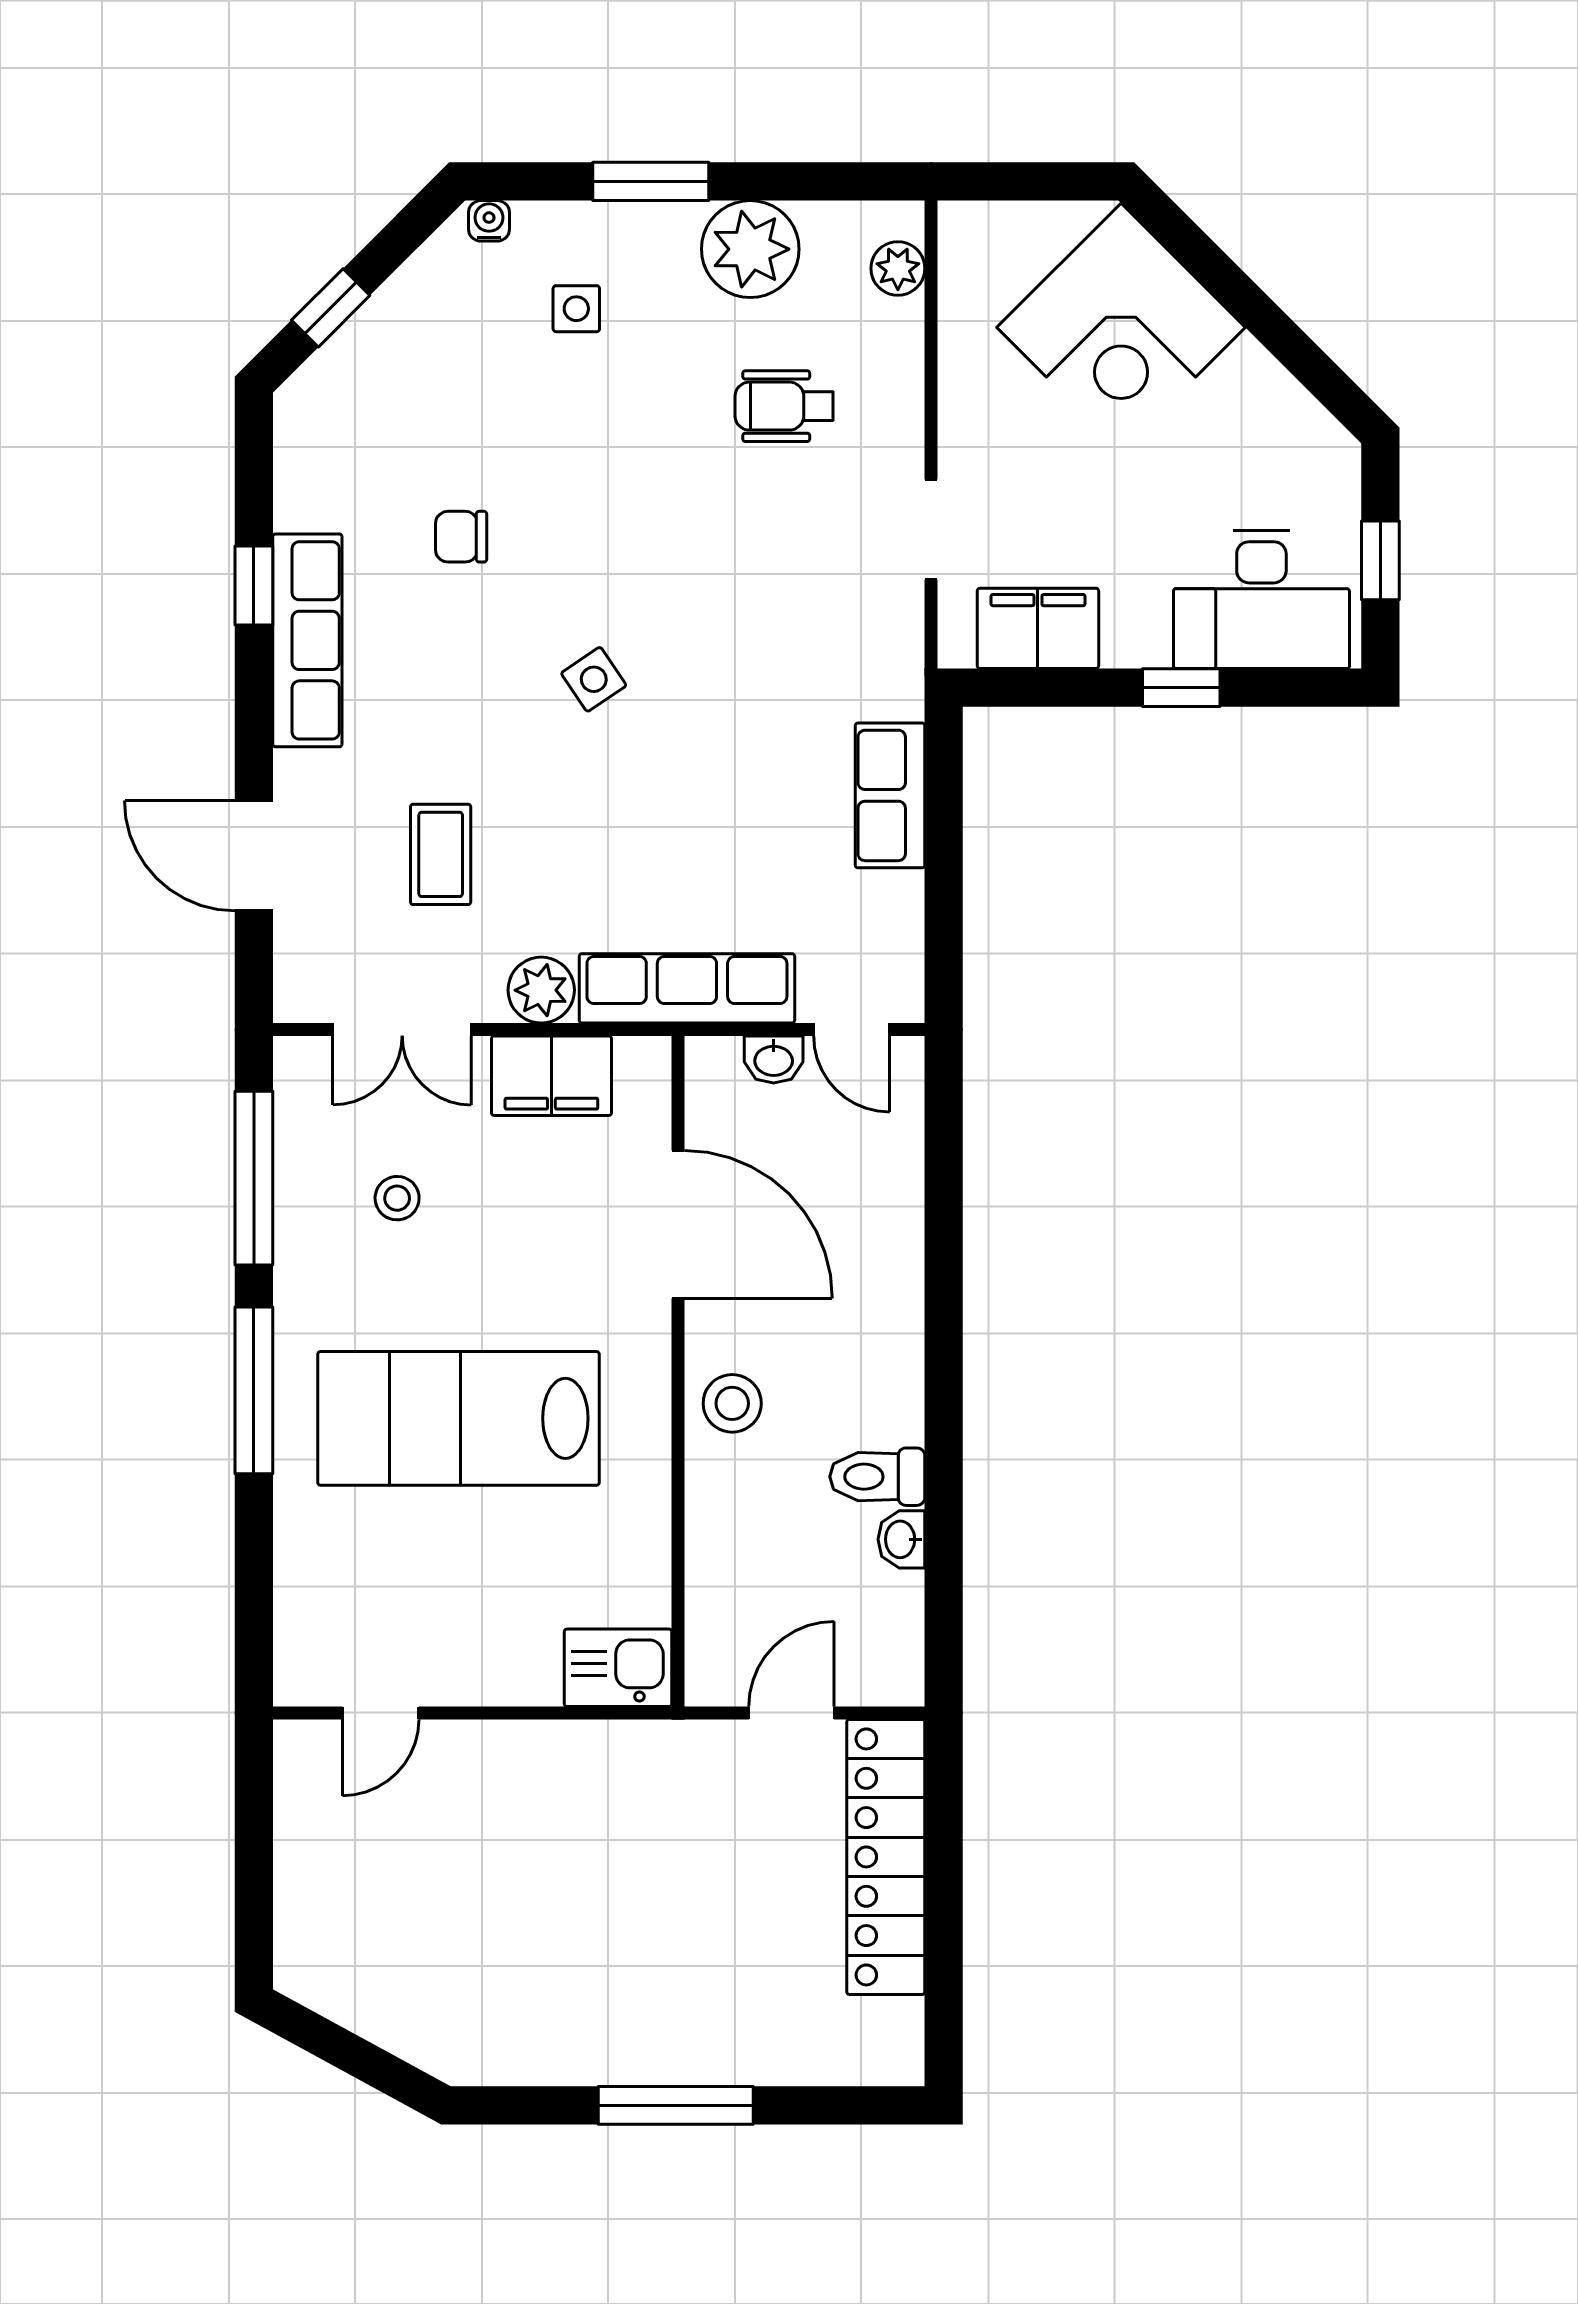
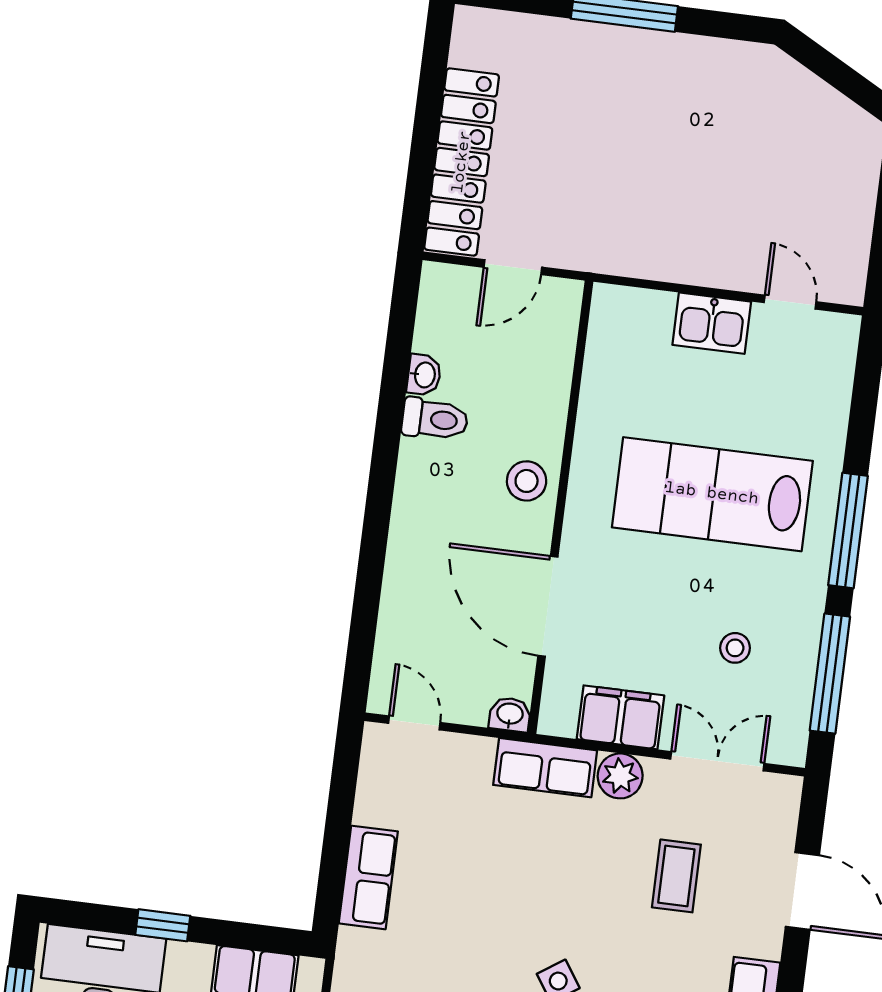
row of seats: (687, 988) -> (545, 768), width x0.68
washbasin: (774, 1059) -> (510, 714), moved
lab bench: (458, 1418) -> (712, 494), turned 180
kitchen sink: (618, 1668) -> (712, 323), moved
door: (381, 1713) -> (790, 302), hinge flipped

